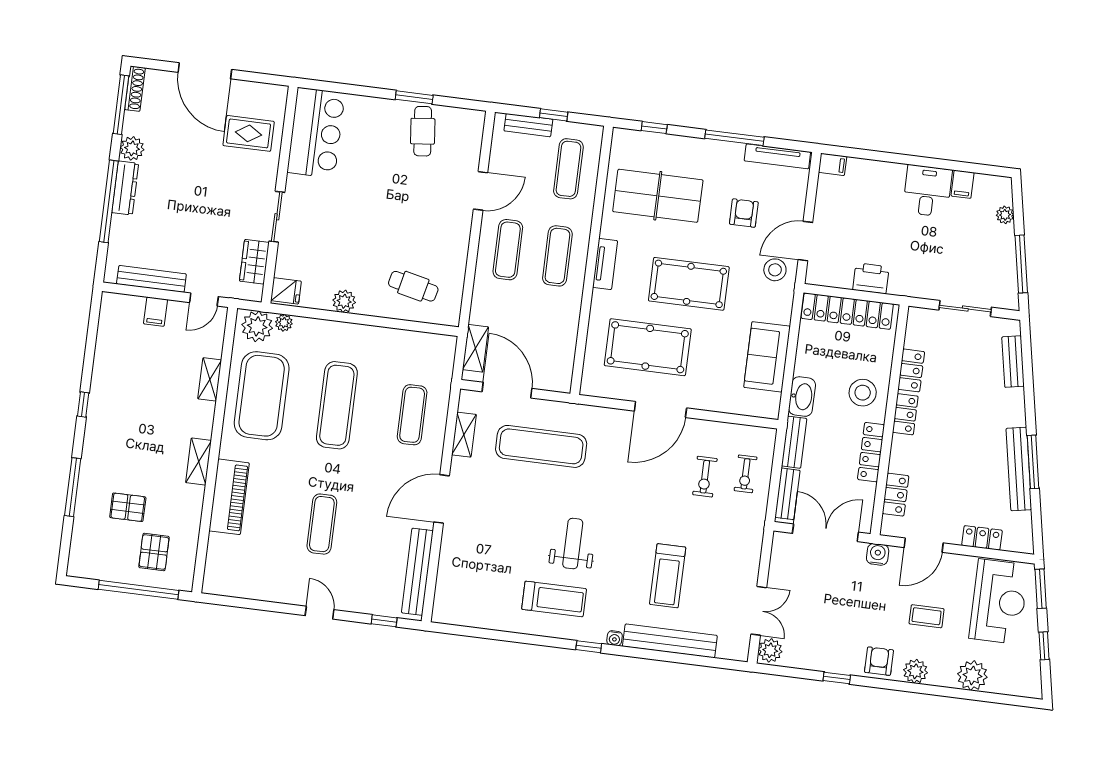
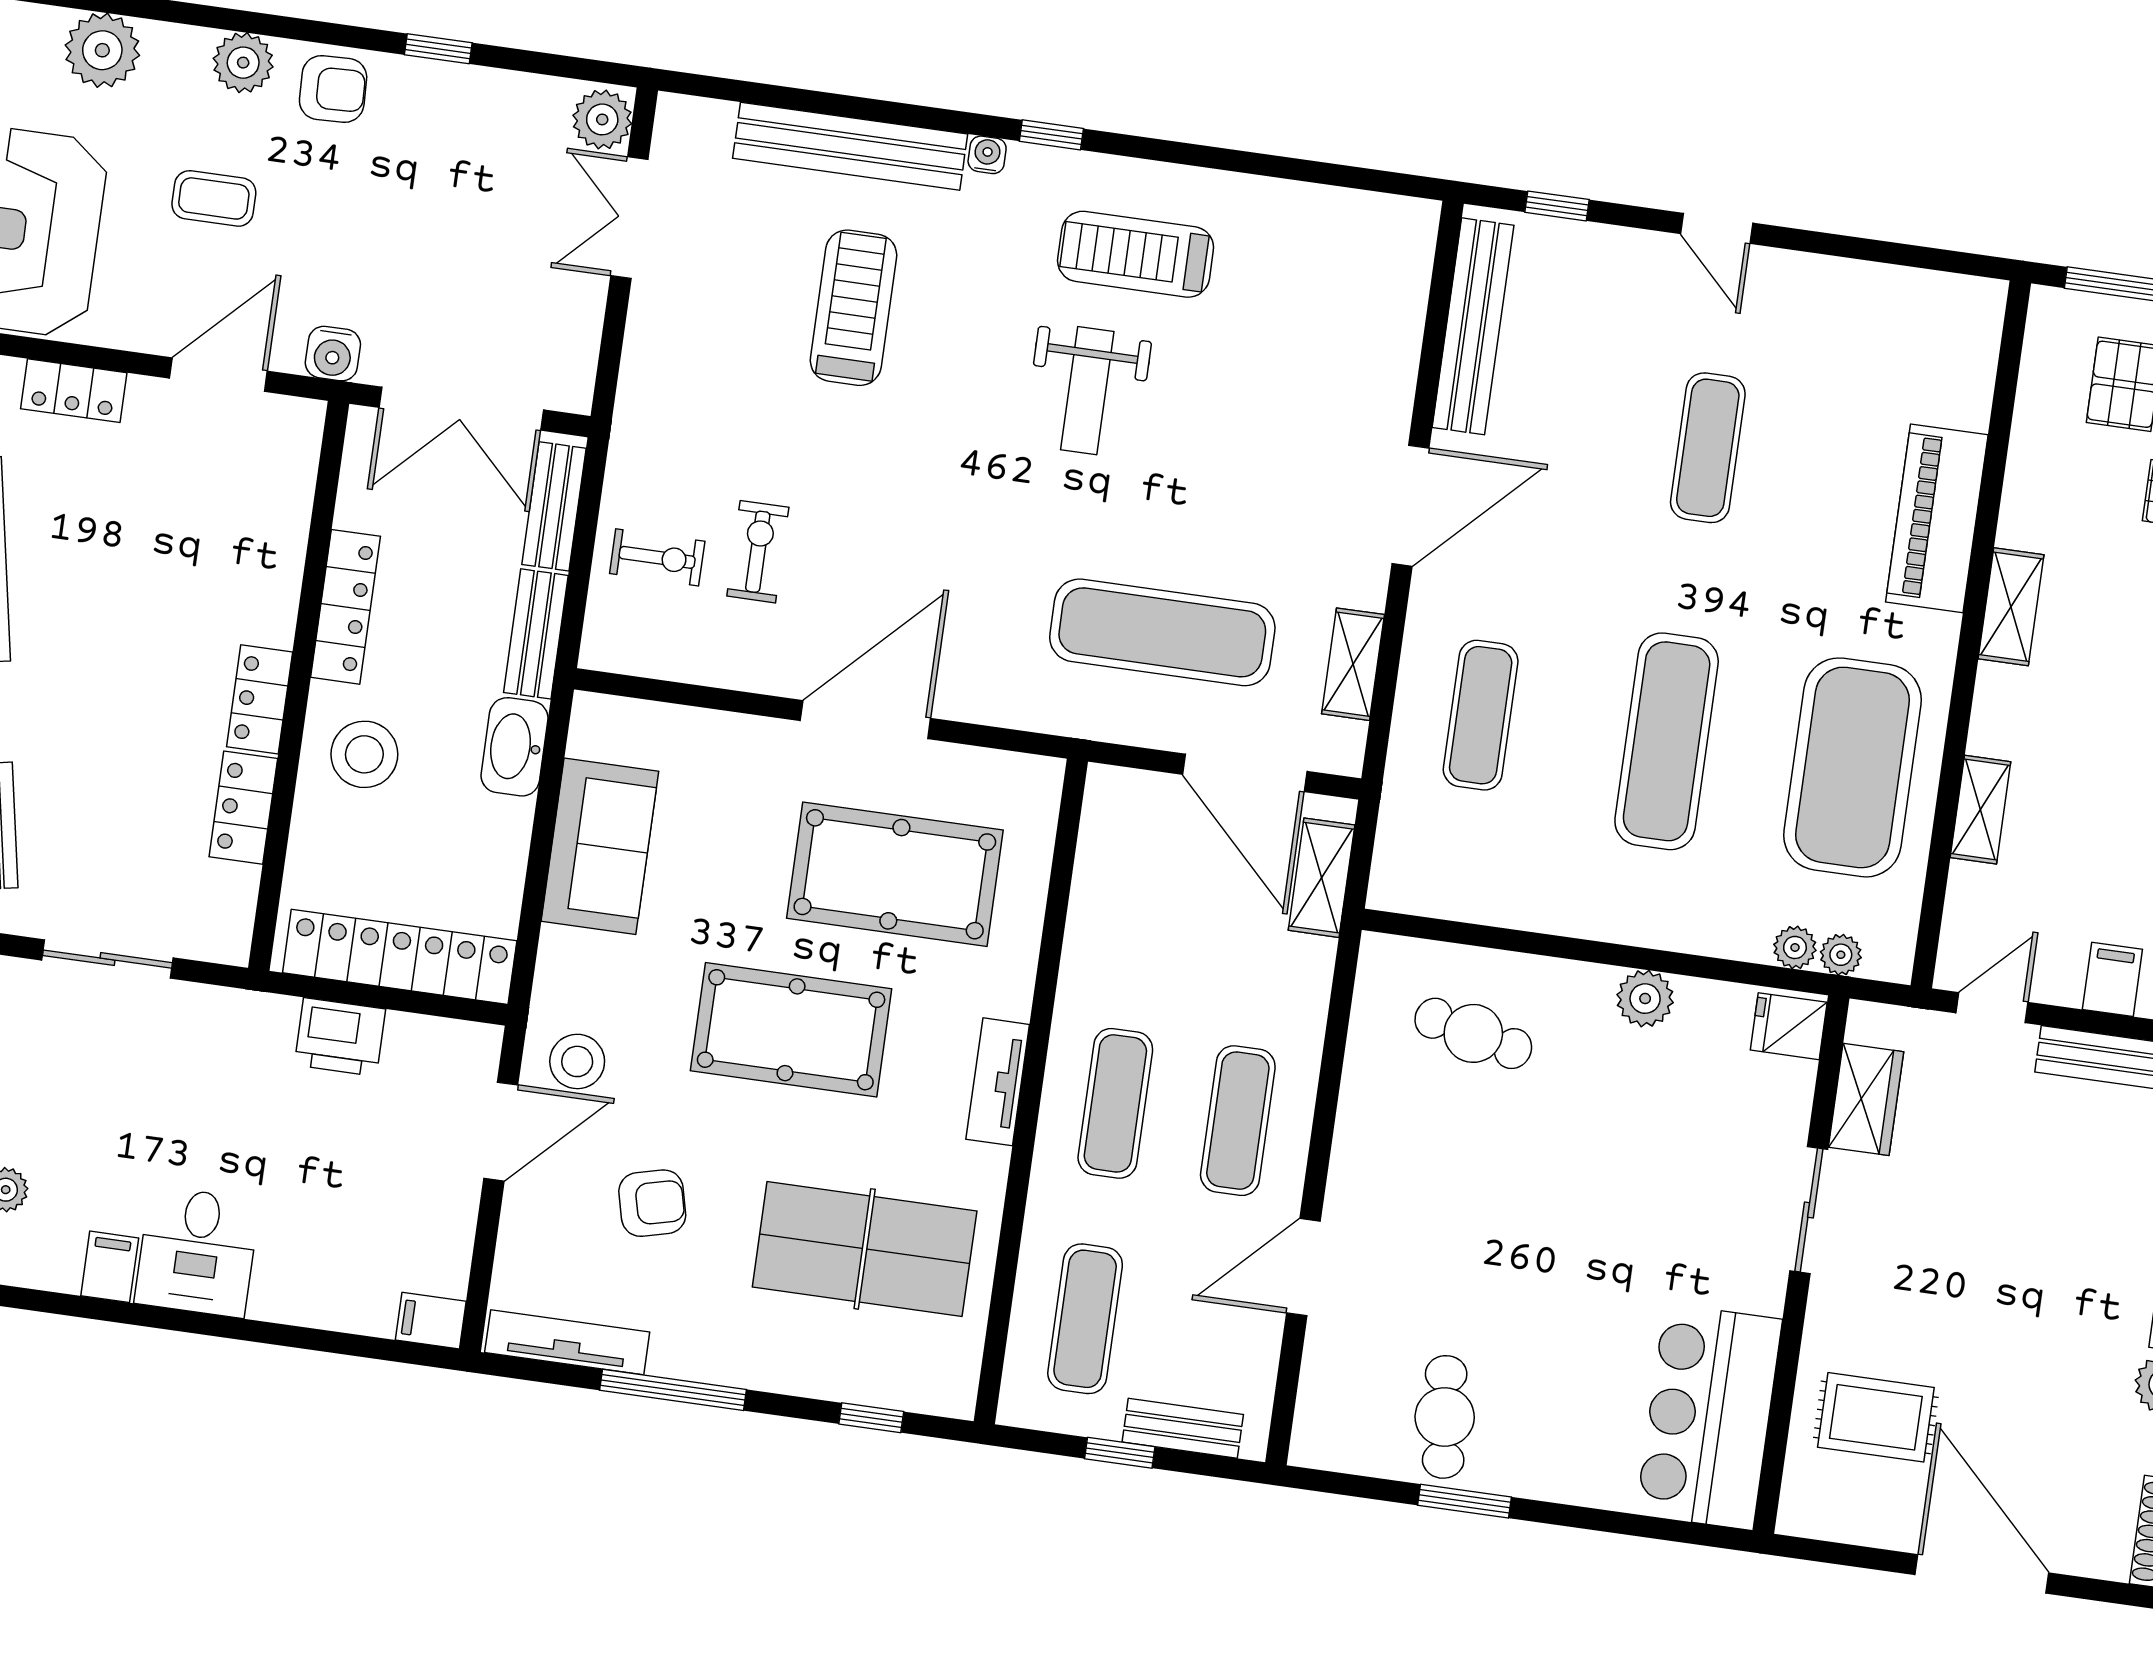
armchair: (744, 213) -> (652, 1203), turned -104
plant: (257, 326) -> (1841, 955), width x0.53, depth x0.53
exercise bike: (746, 474) -> (657, 557), turned 90
locker: (895, 495) -> (286, 501), removed
armchair: (879, 661) -> (333, 89), turned -92

